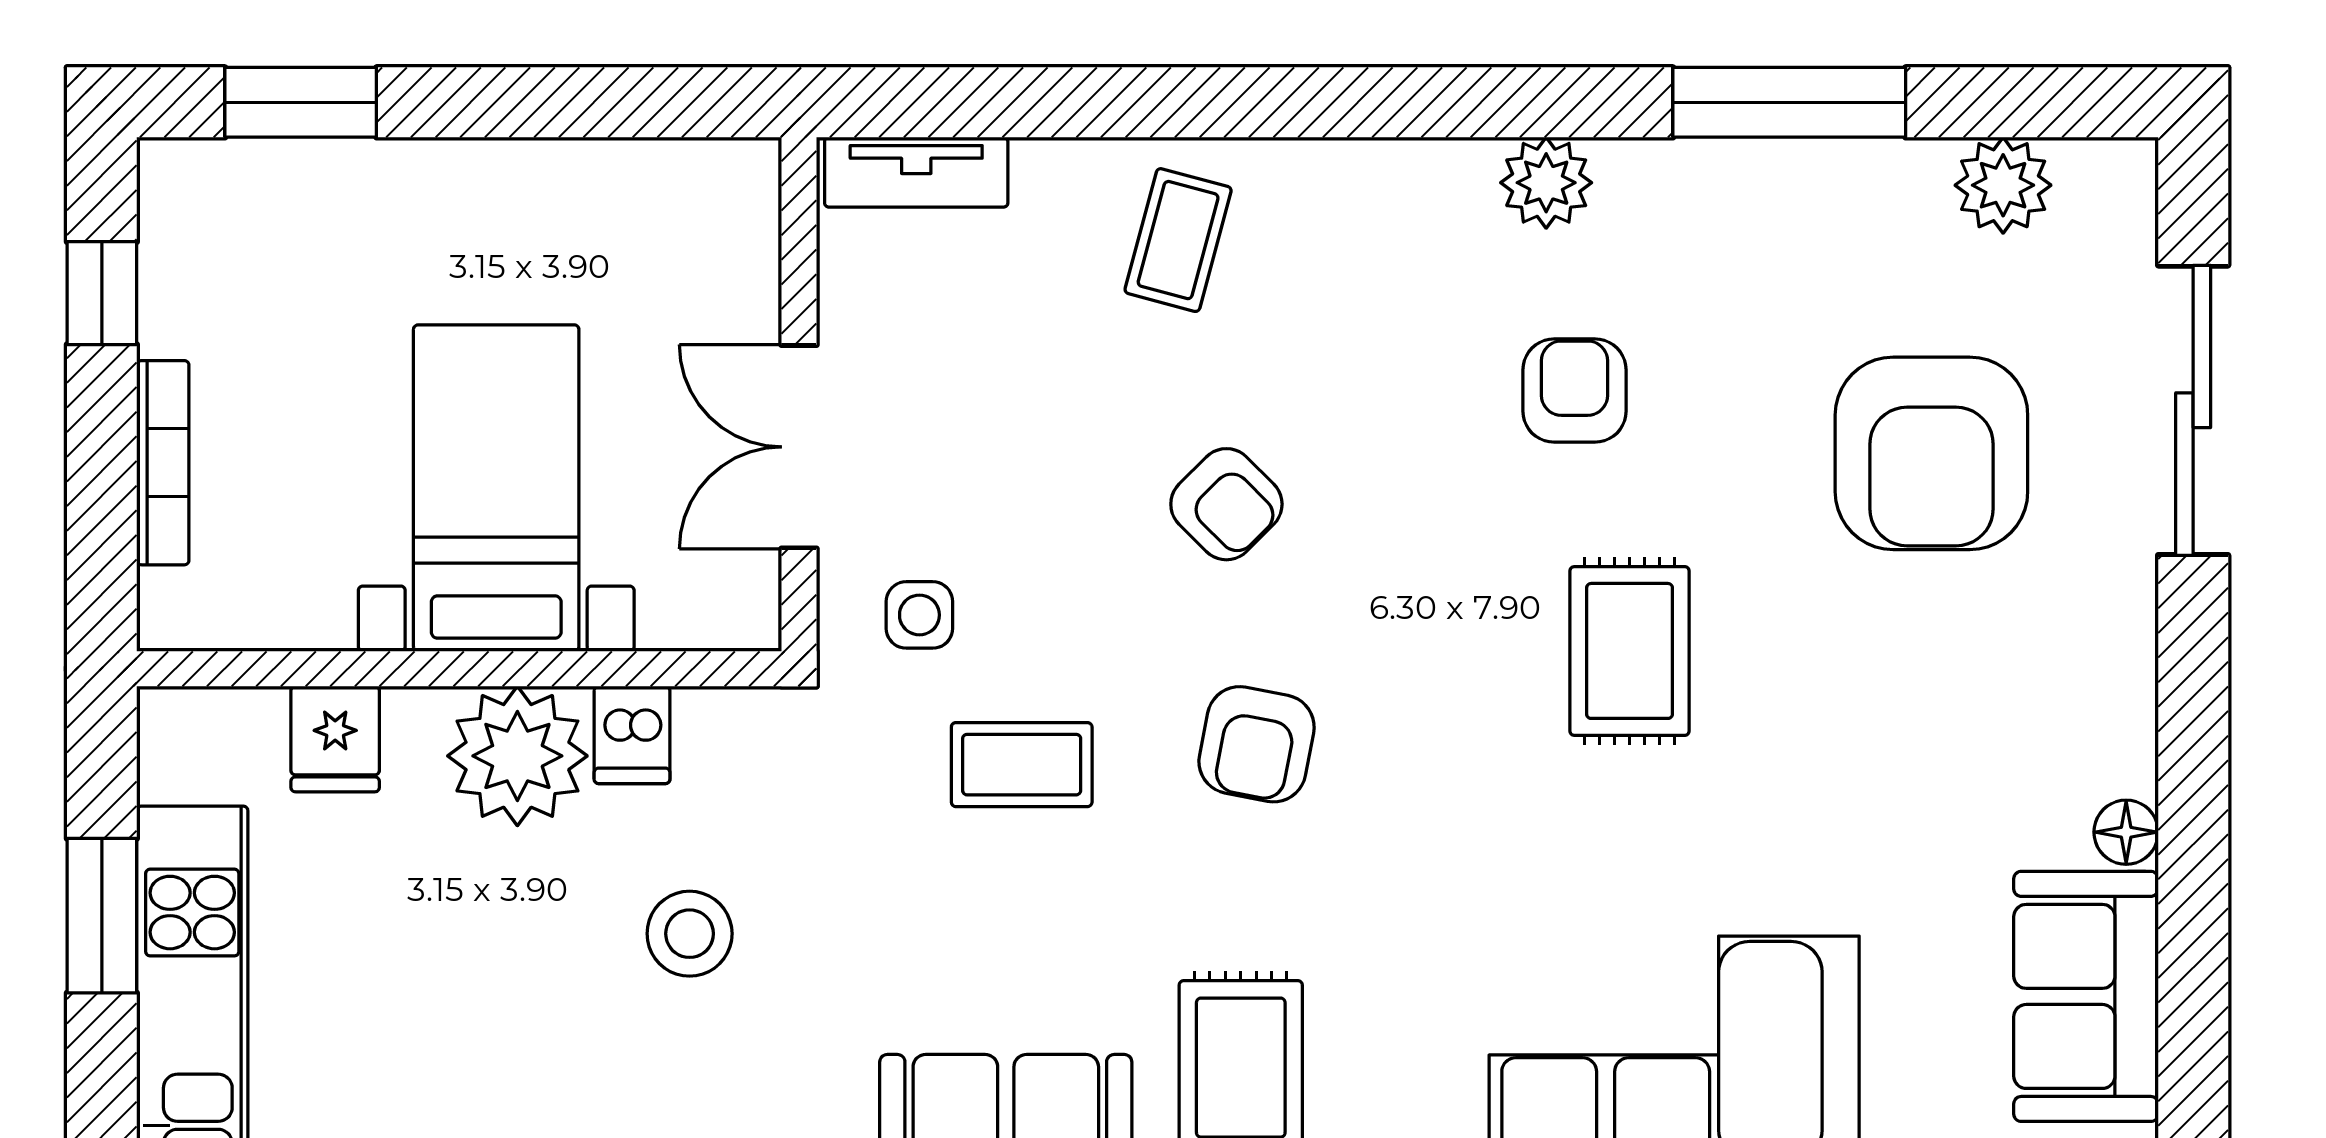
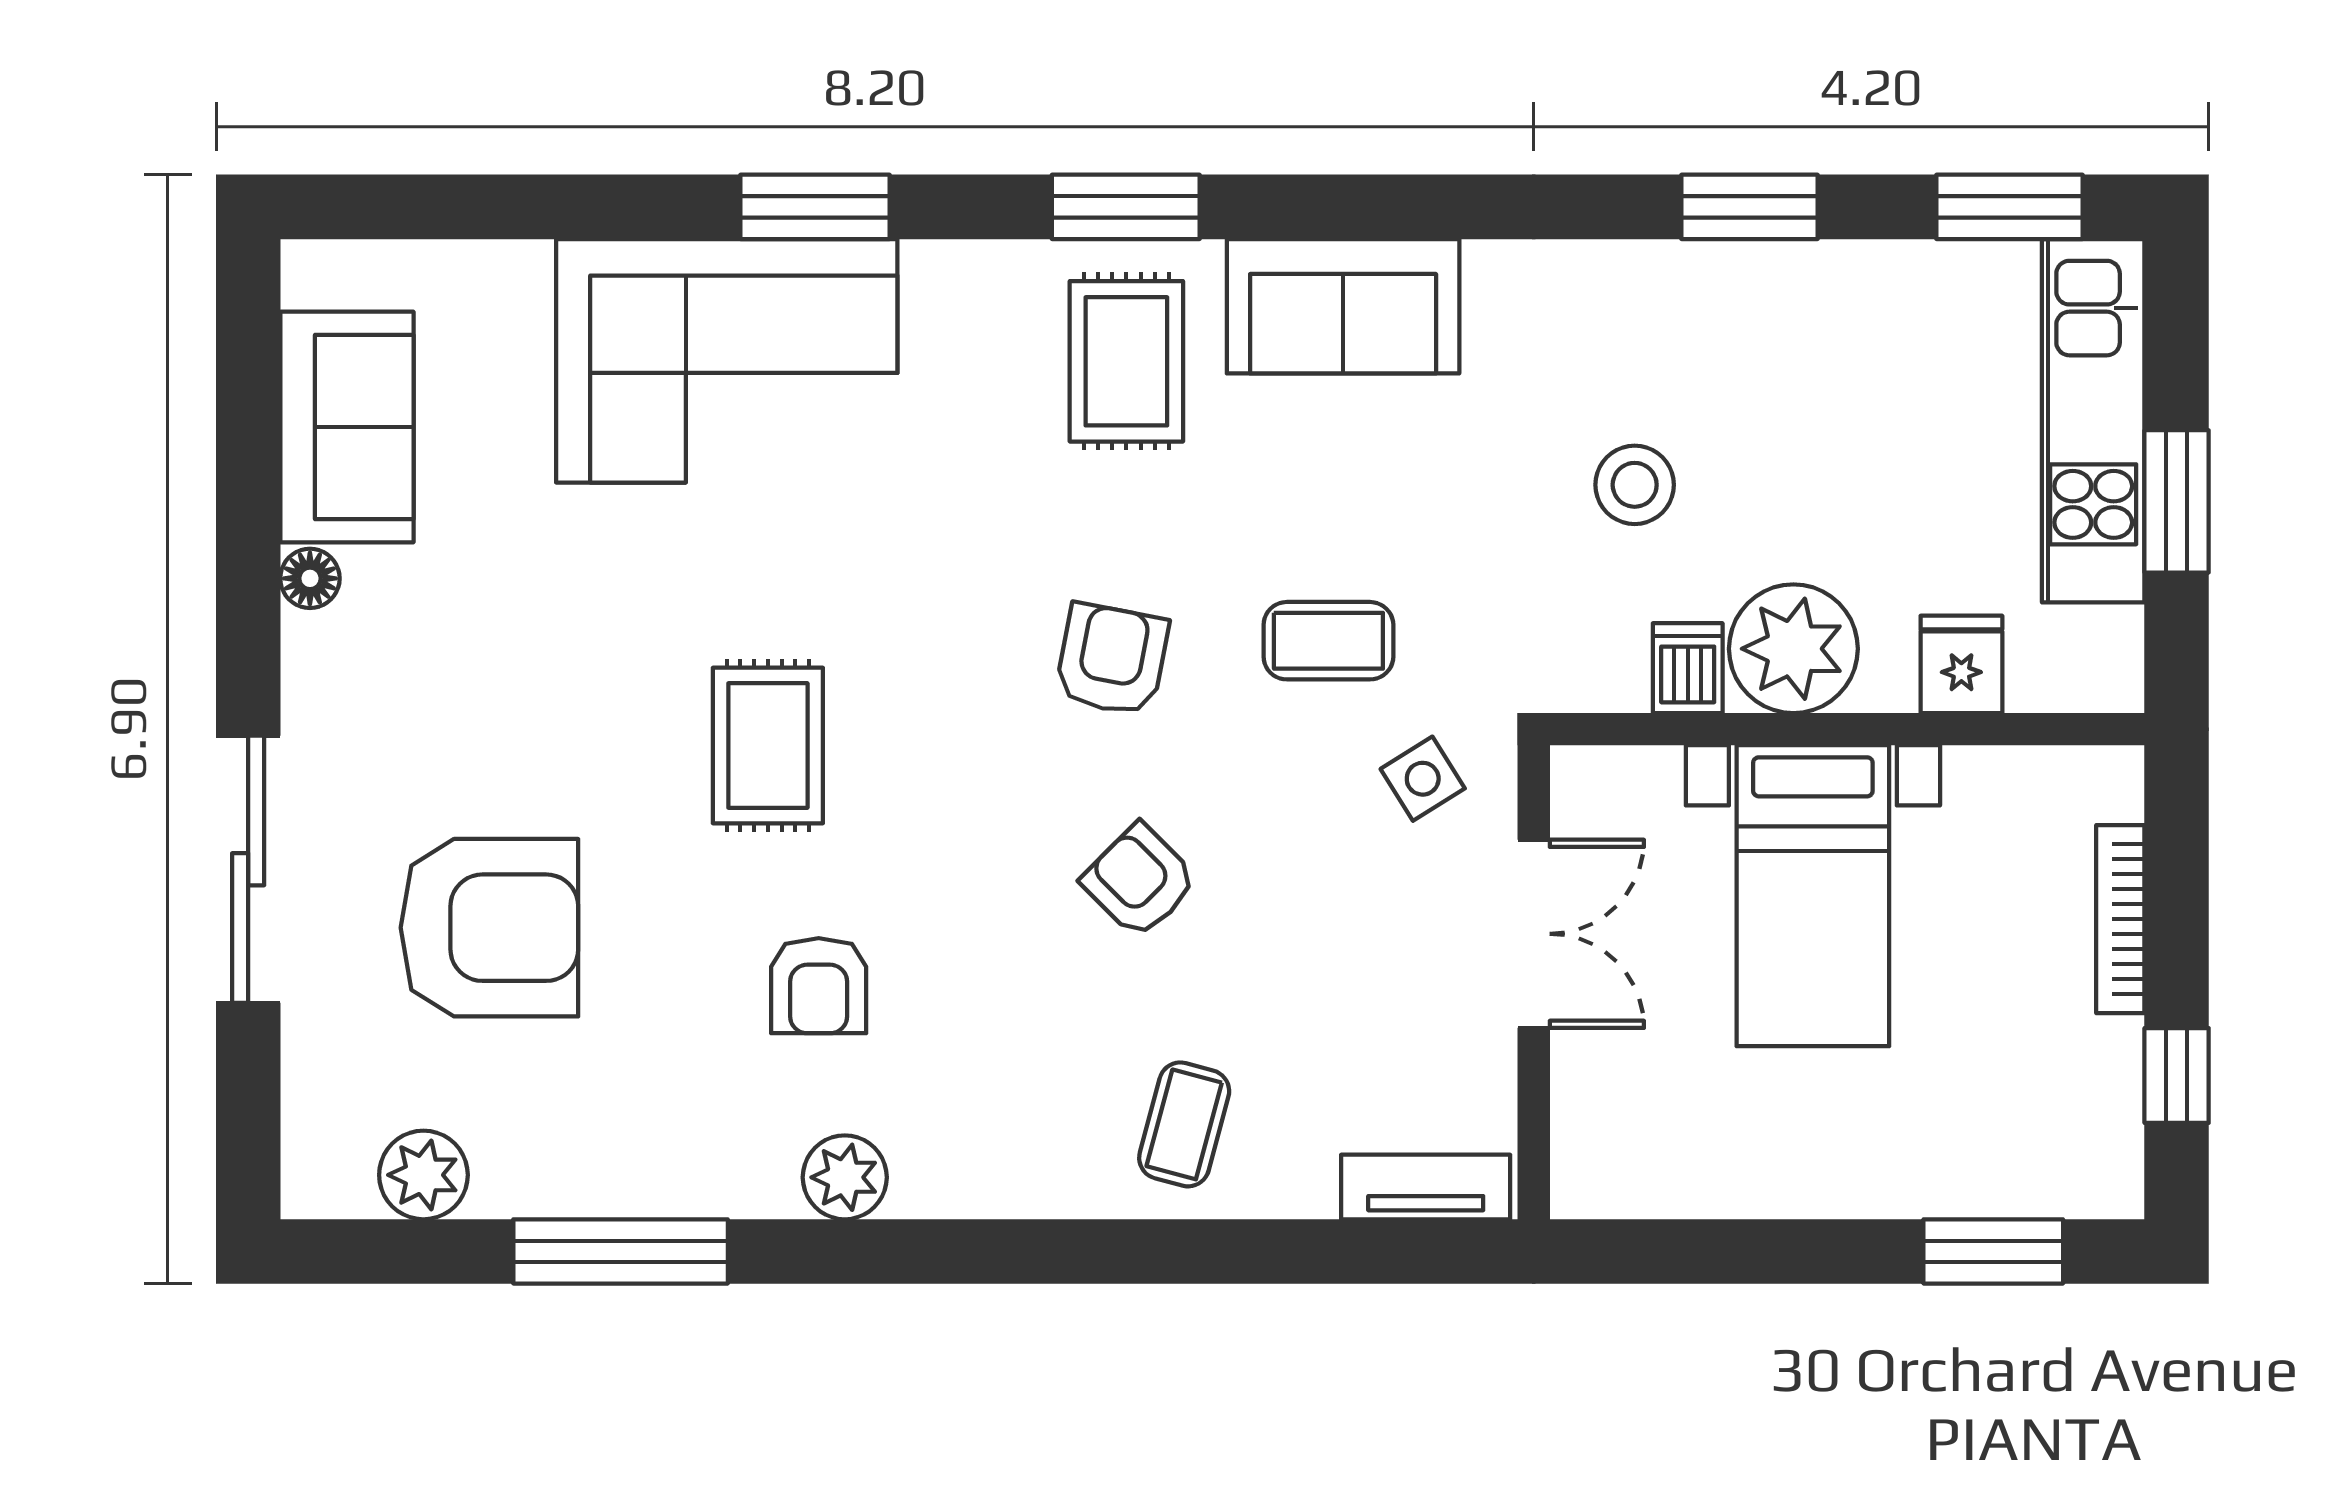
sliding door: (2193, 410) -> (248, 869), moved
armchair: (1931, 453) -> (489, 928), turned 90
side table: (919, 615) -> (1423, 779), turned -32

